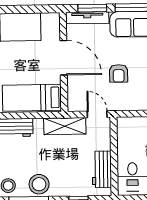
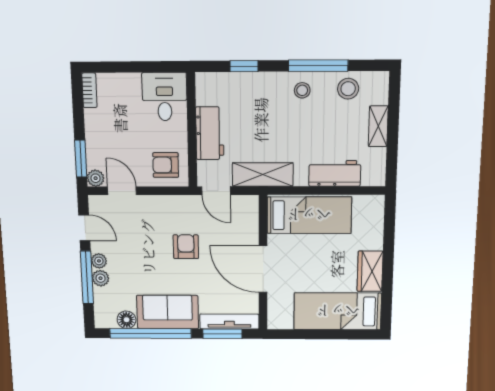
armchair: (132, 132) -> (166, 165), added
workbench: (102, 169) -> (210, 133), moved
stool: (39, 184) -> (302, 90), width x0.53, depth x0.53

